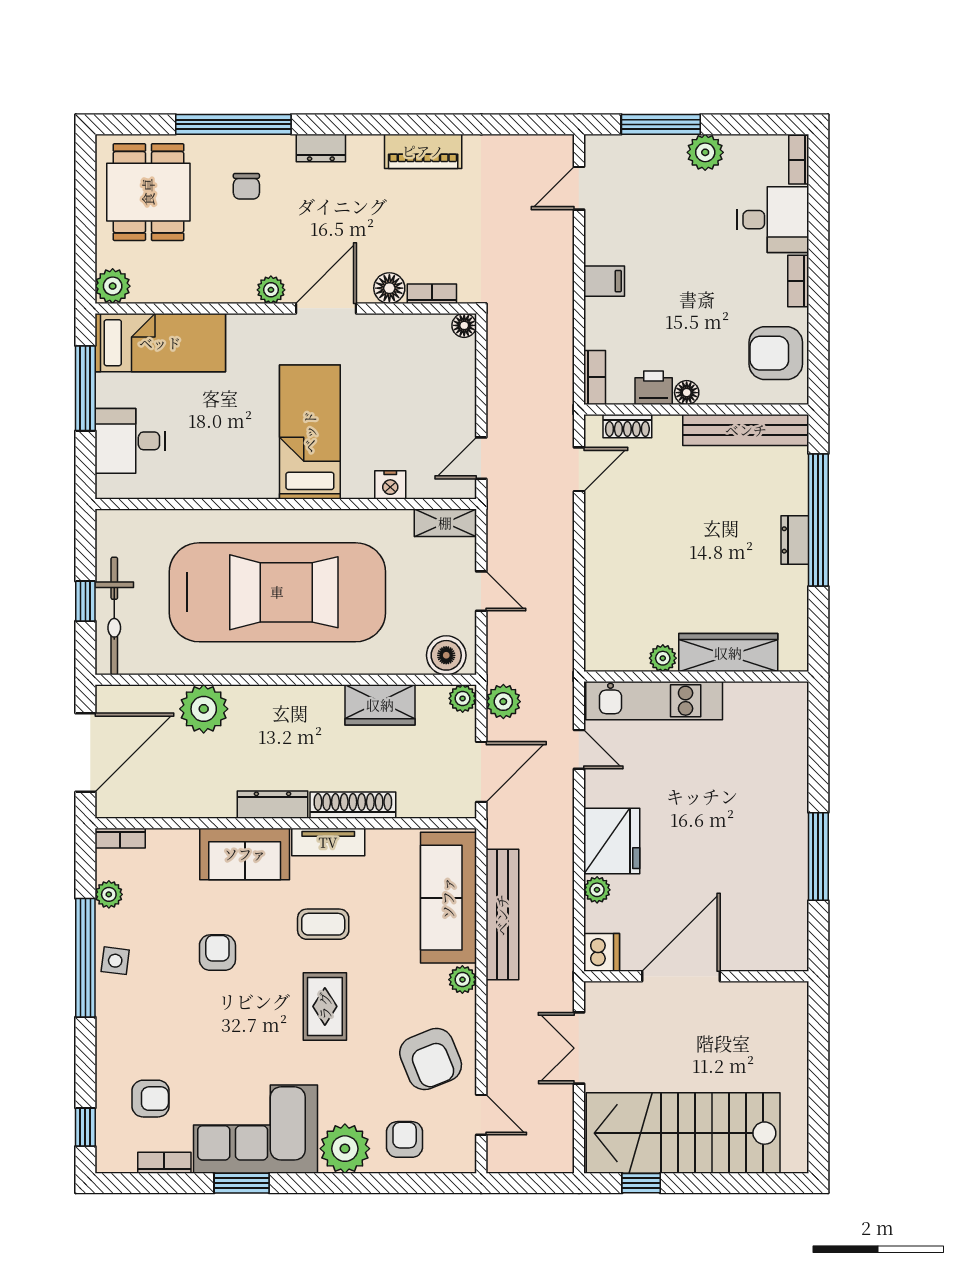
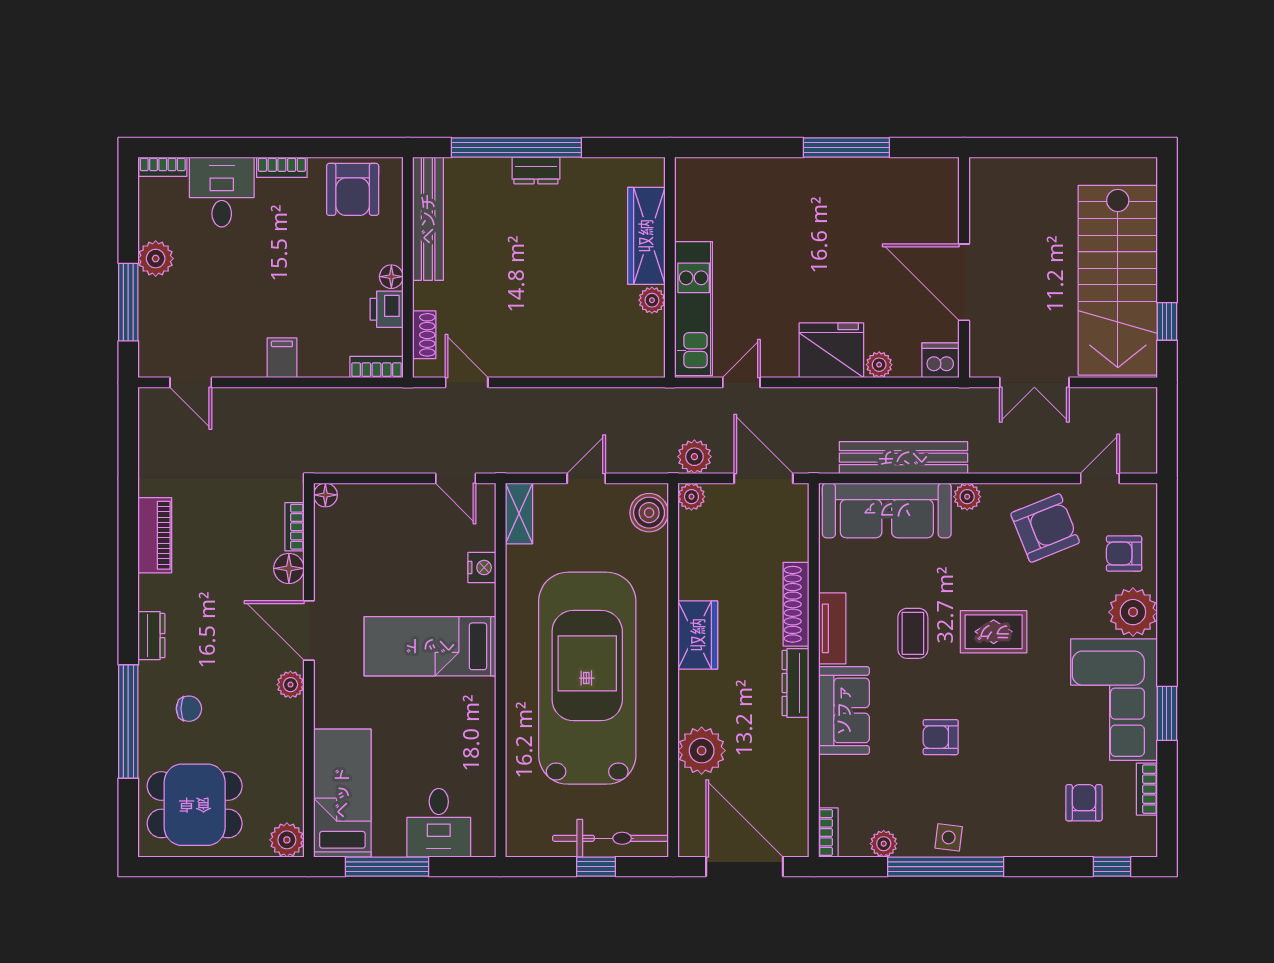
wardrobe: (380, 705) -> (698, 635), moved

